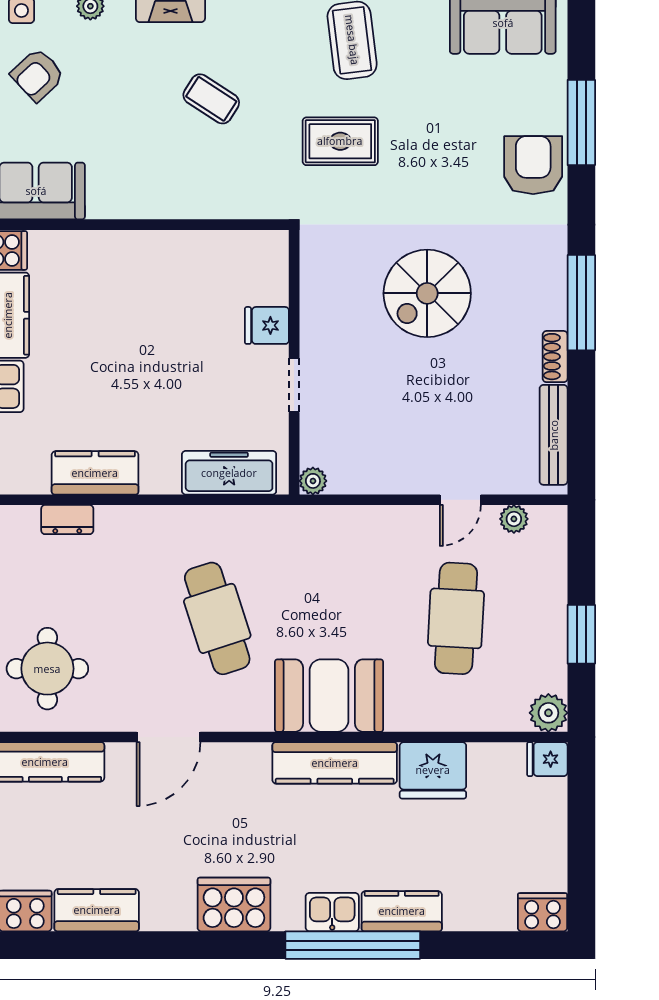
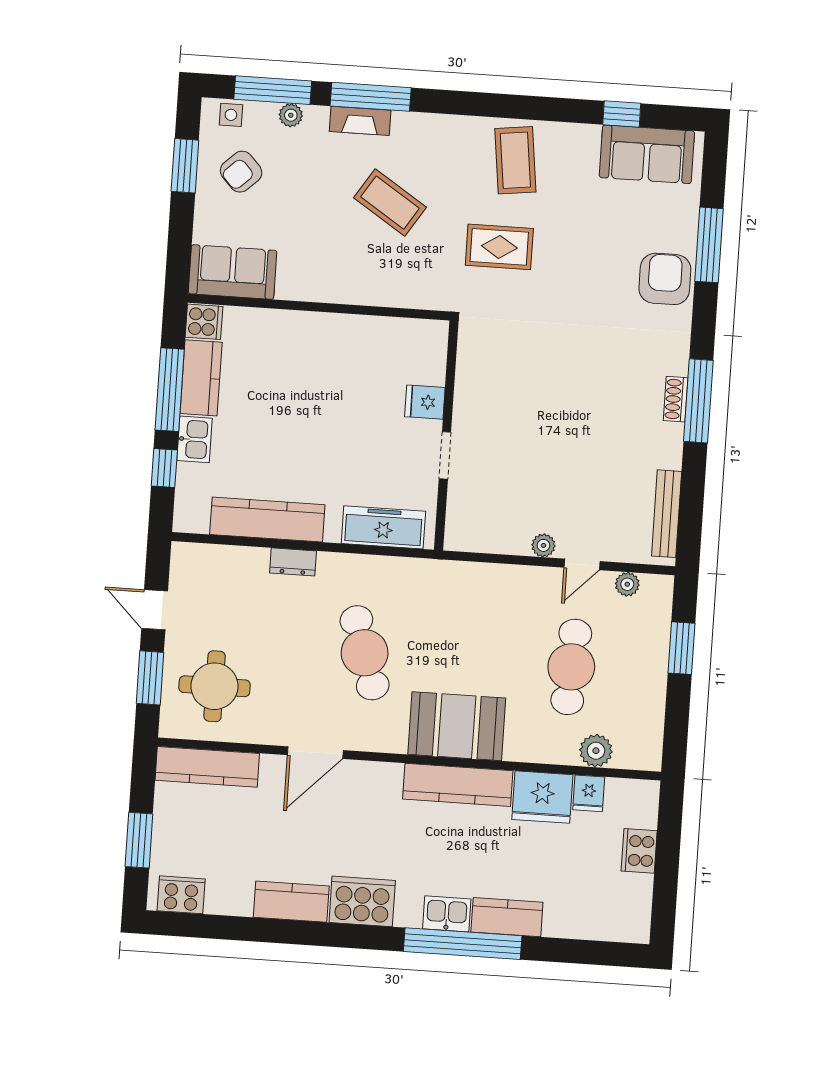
coffee table: (211, 99) -> (390, 203), width x1.36, depth x1.30
spiral stairs: (427, 293) -> (566, 384), removed
shoe rack: (555, 357) -> (676, 399), moved
kitchen counter: (95, 473) -> (267, 520), width x1.50
plant: (313, 481) -> (543, 545), moved
dresser: (67, 520) -> (293, 562), moved
window: (581, 634) -> (682, 648), moved
plant: (548, 713) -> (596, 751), moved
fridge: (547, 759) -> (589, 793), moved, turned -90
kitchen counter: (97, 910) -> (291, 902), moved
cooker: (542, 912) -> (639, 851), moved, turned -90

